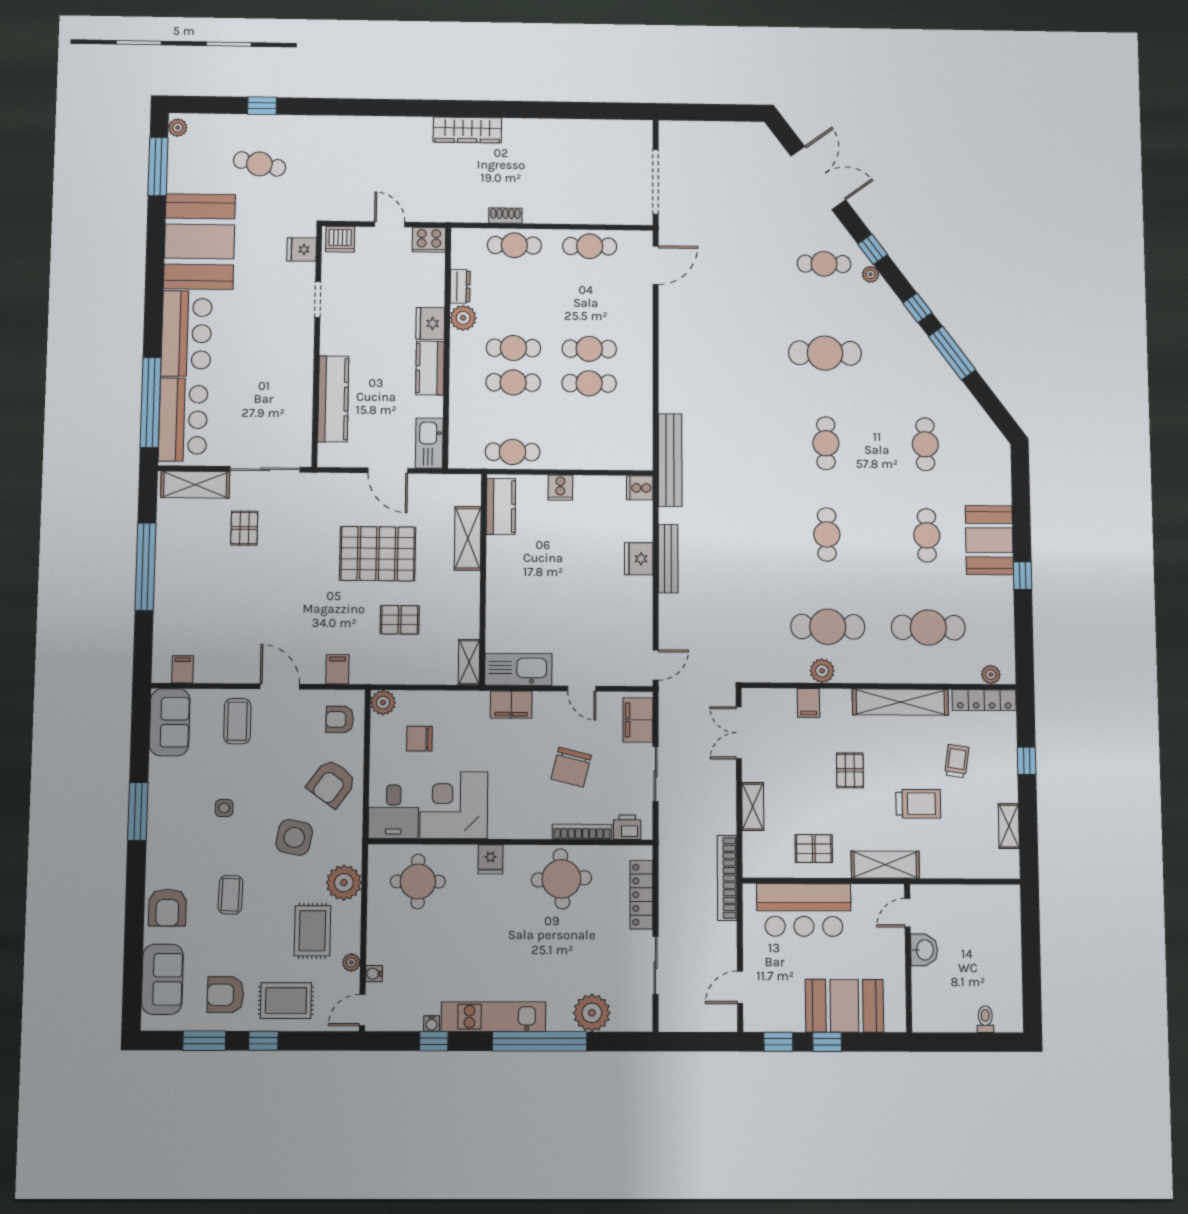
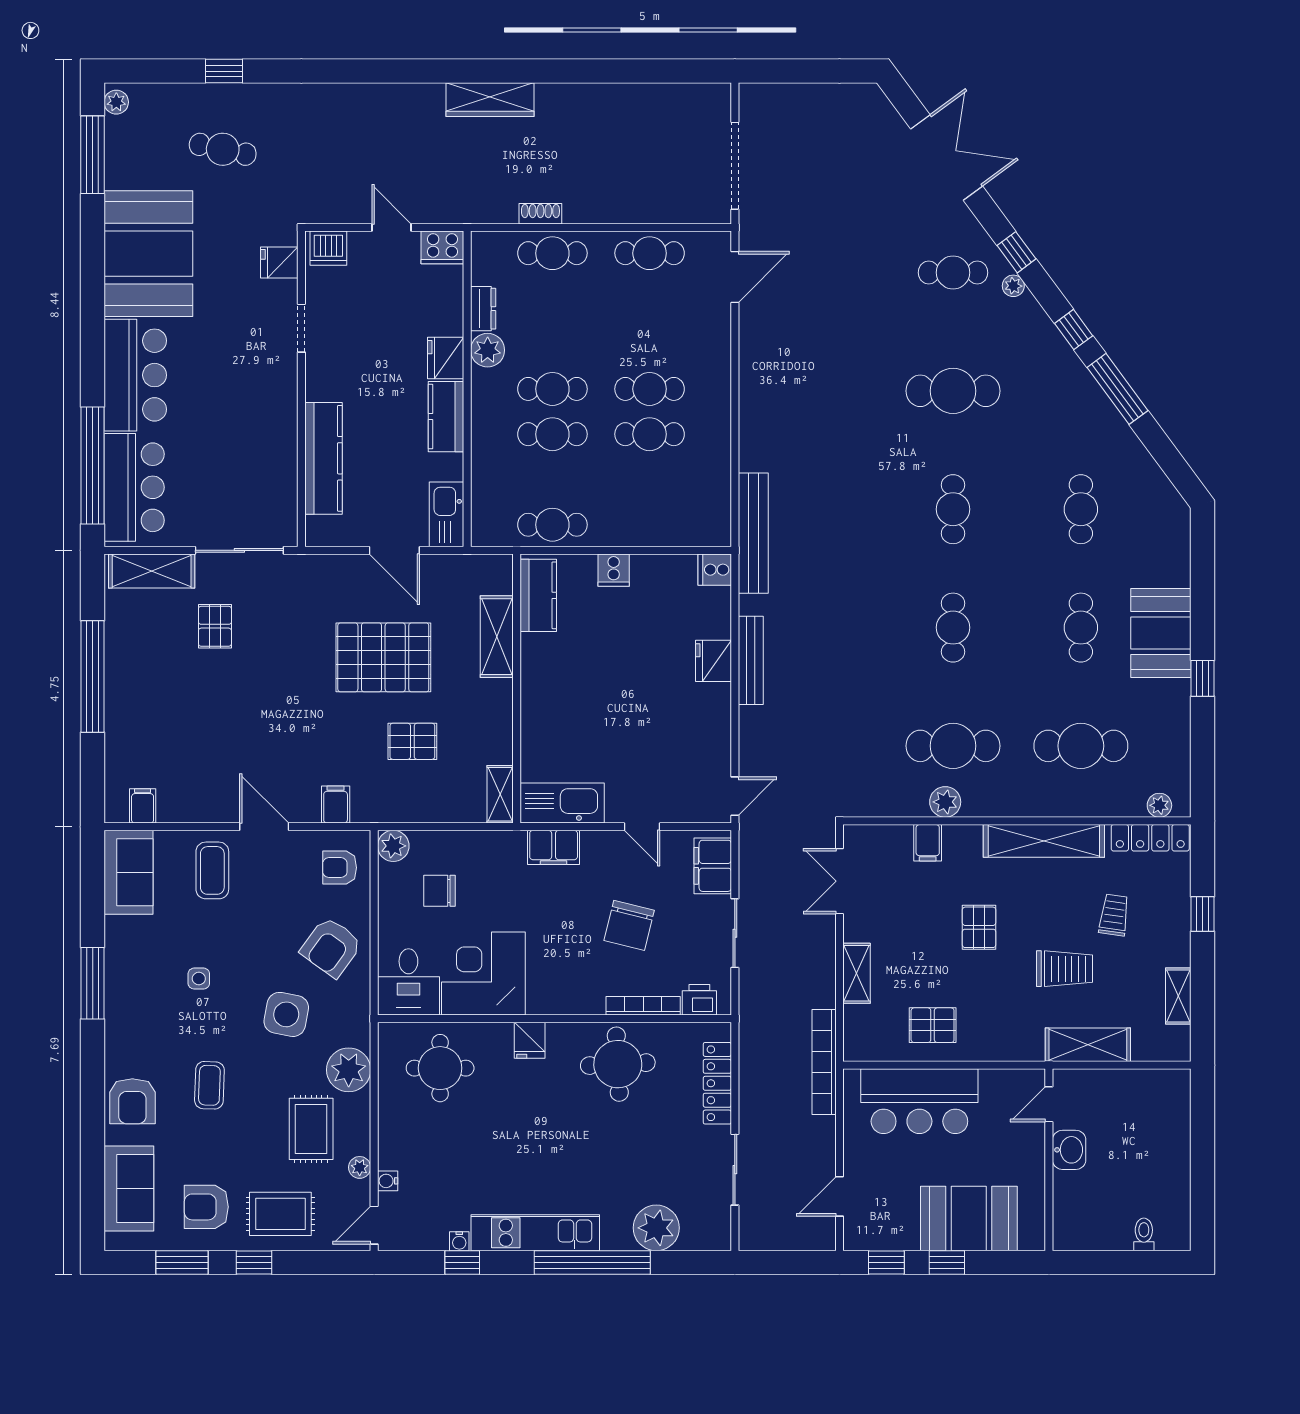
shelving: (885, 865) -> (1088, 1045), moved

